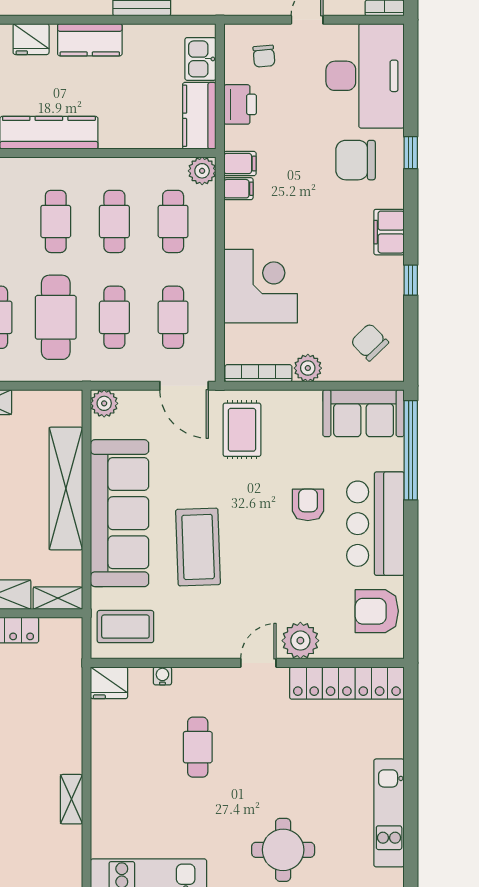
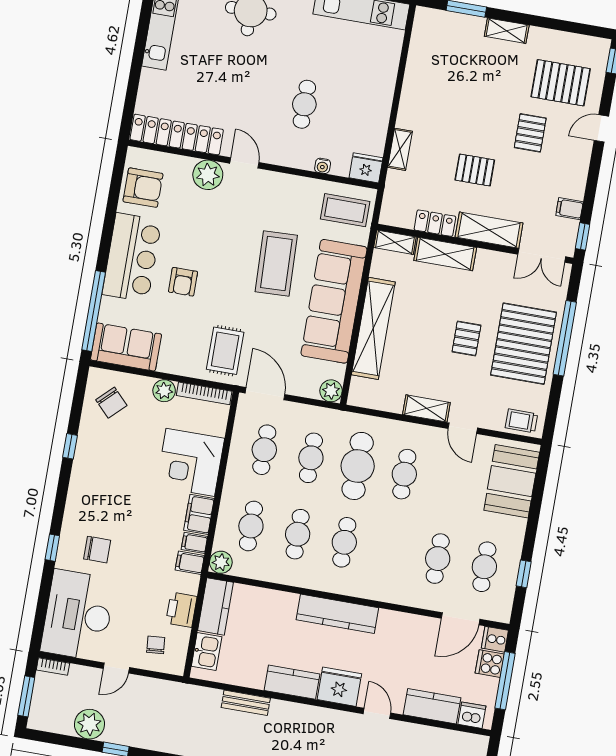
fridge: (31, 39) -> (339, 687), width x1.36, depth x1.34
chair: (356, 160) -> (97, 550), width x0.73, depth x0.73
filing cabinet: (389, 232) -> (199, 514), moved, turned 180
door: (258, 663) -> (244, 163), swing flipped
shelving: (71, 799) -> (400, 149), moved

